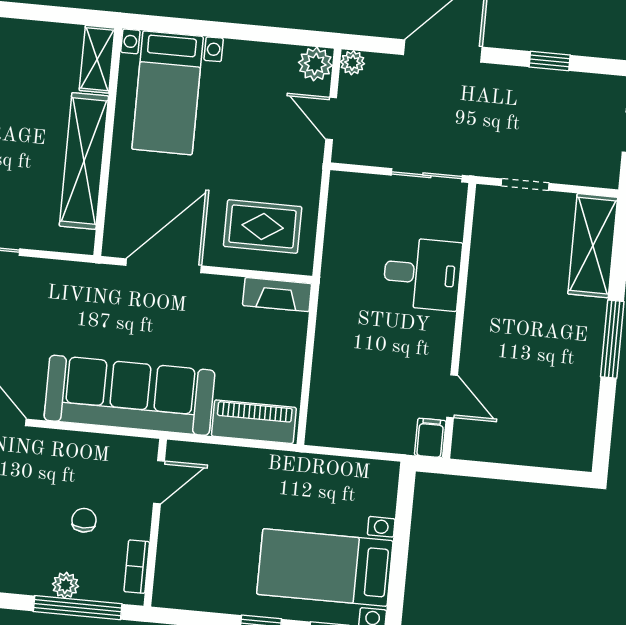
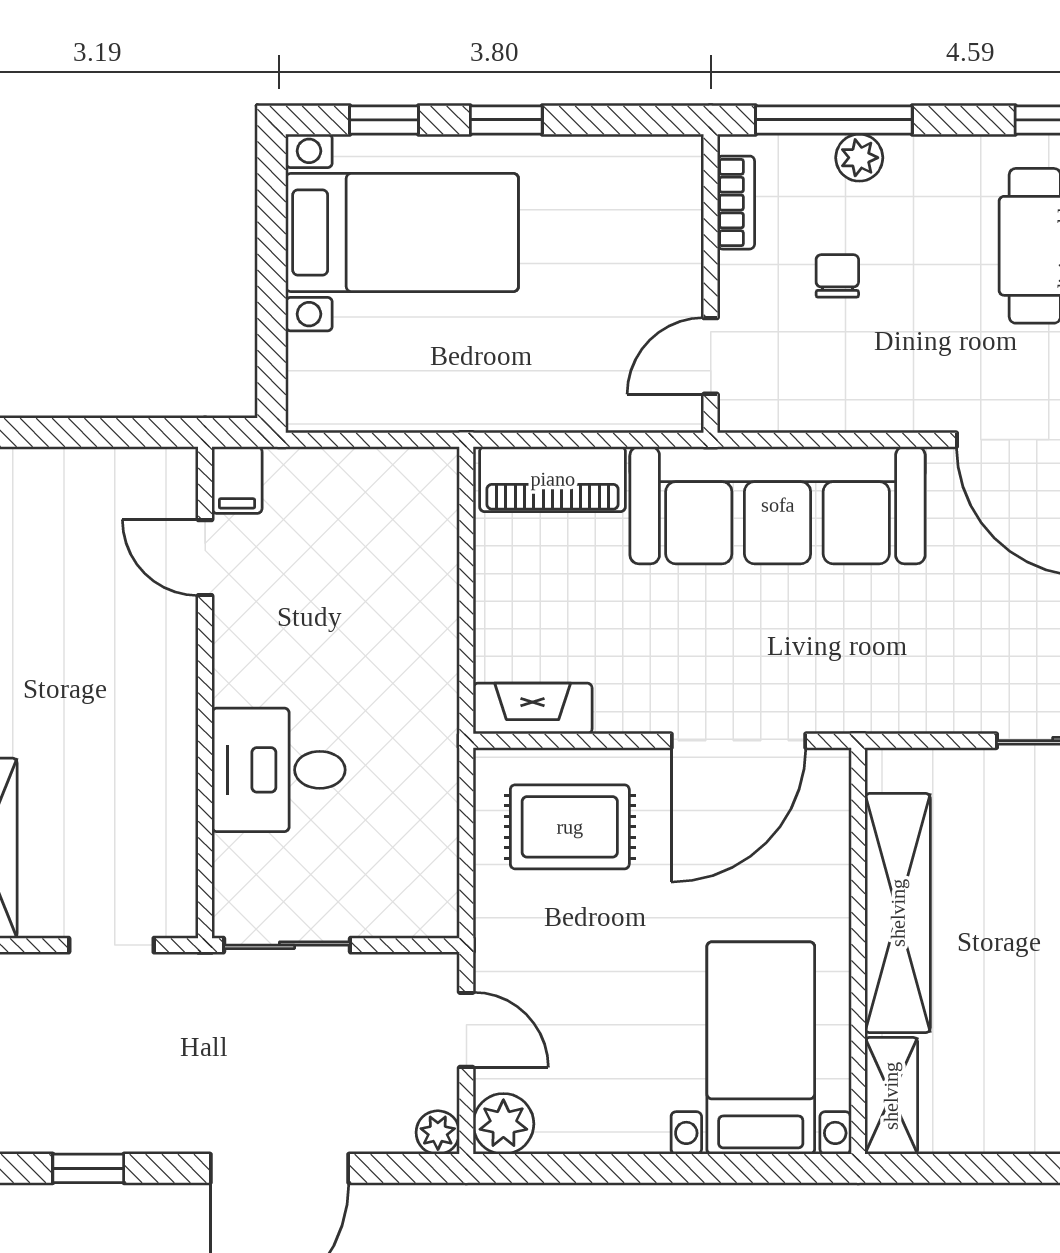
chair: (84, 520) -> (837, 276), turned 180

